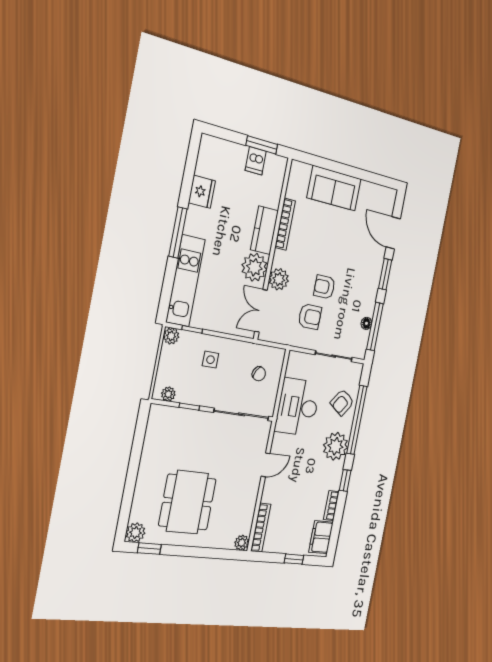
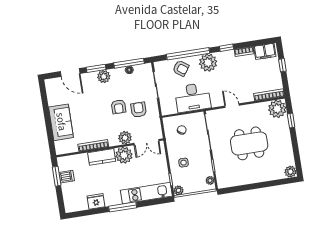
door: (393, 233) -> (70, 73), hinge flipped
plant: (371, 281) -> (104, 77), added
dining table: (187, 502) -> (249, 143), moved
plant: (242, 543) -> (277, 109), width x1.88, depth x1.88
window: (149, 549) -> (291, 121), moved

